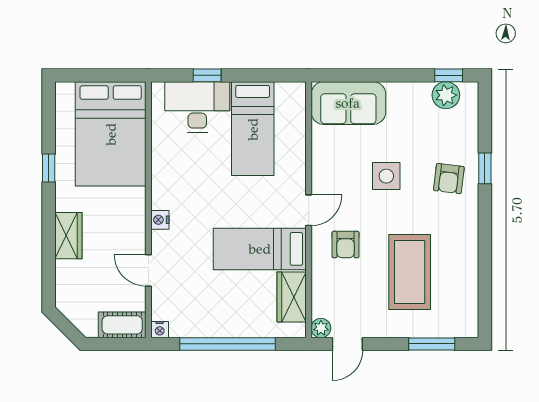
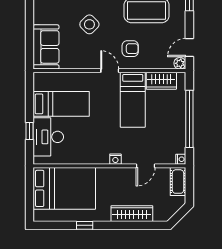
side table: (386, 176) -> (89, 24), turned 45
wardrobe: (68, 236) -> (132, 214), width x1.50
door: (347, 344) -> (189, 48), swing flipped

